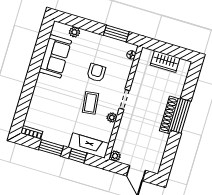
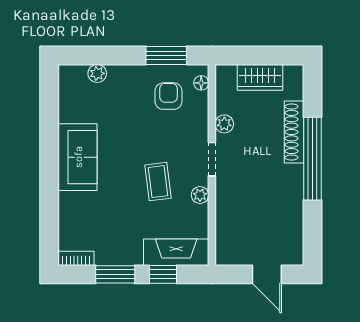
sofa: (55, 56) -> (78, 157), moved
armchair: (96, 73) -> (168, 96), moved
shoe rack: (170, 115) -> (294, 132), moved
window: (181, 116) -> (312, 159), width x1.46
plant: (115, 156) -> (224, 124), moved

